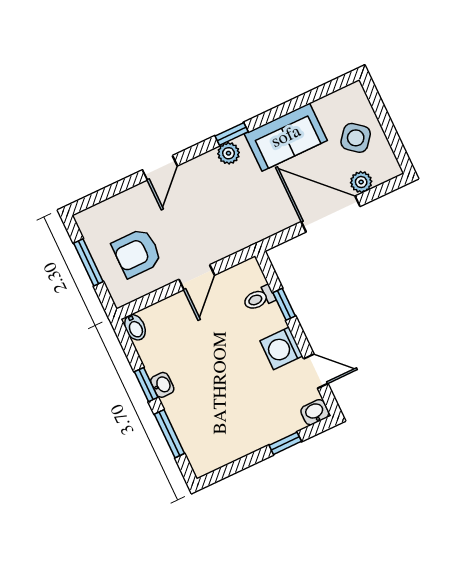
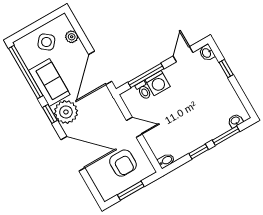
window: (307, 98) -> (26, 72), added
plant: (229, 153) -> (66, 112), width x1.87, depth x1.87
door: (160, 168) -> (73, 154), width x1.87
door: (331, 214) -> (100, 68), moved
window: (284, 304) -> (146, 76), width x2.17
washing machine: (281, 348) -> (158, 83), moved
washbasin: (162, 385) -> (235, 121), moved

